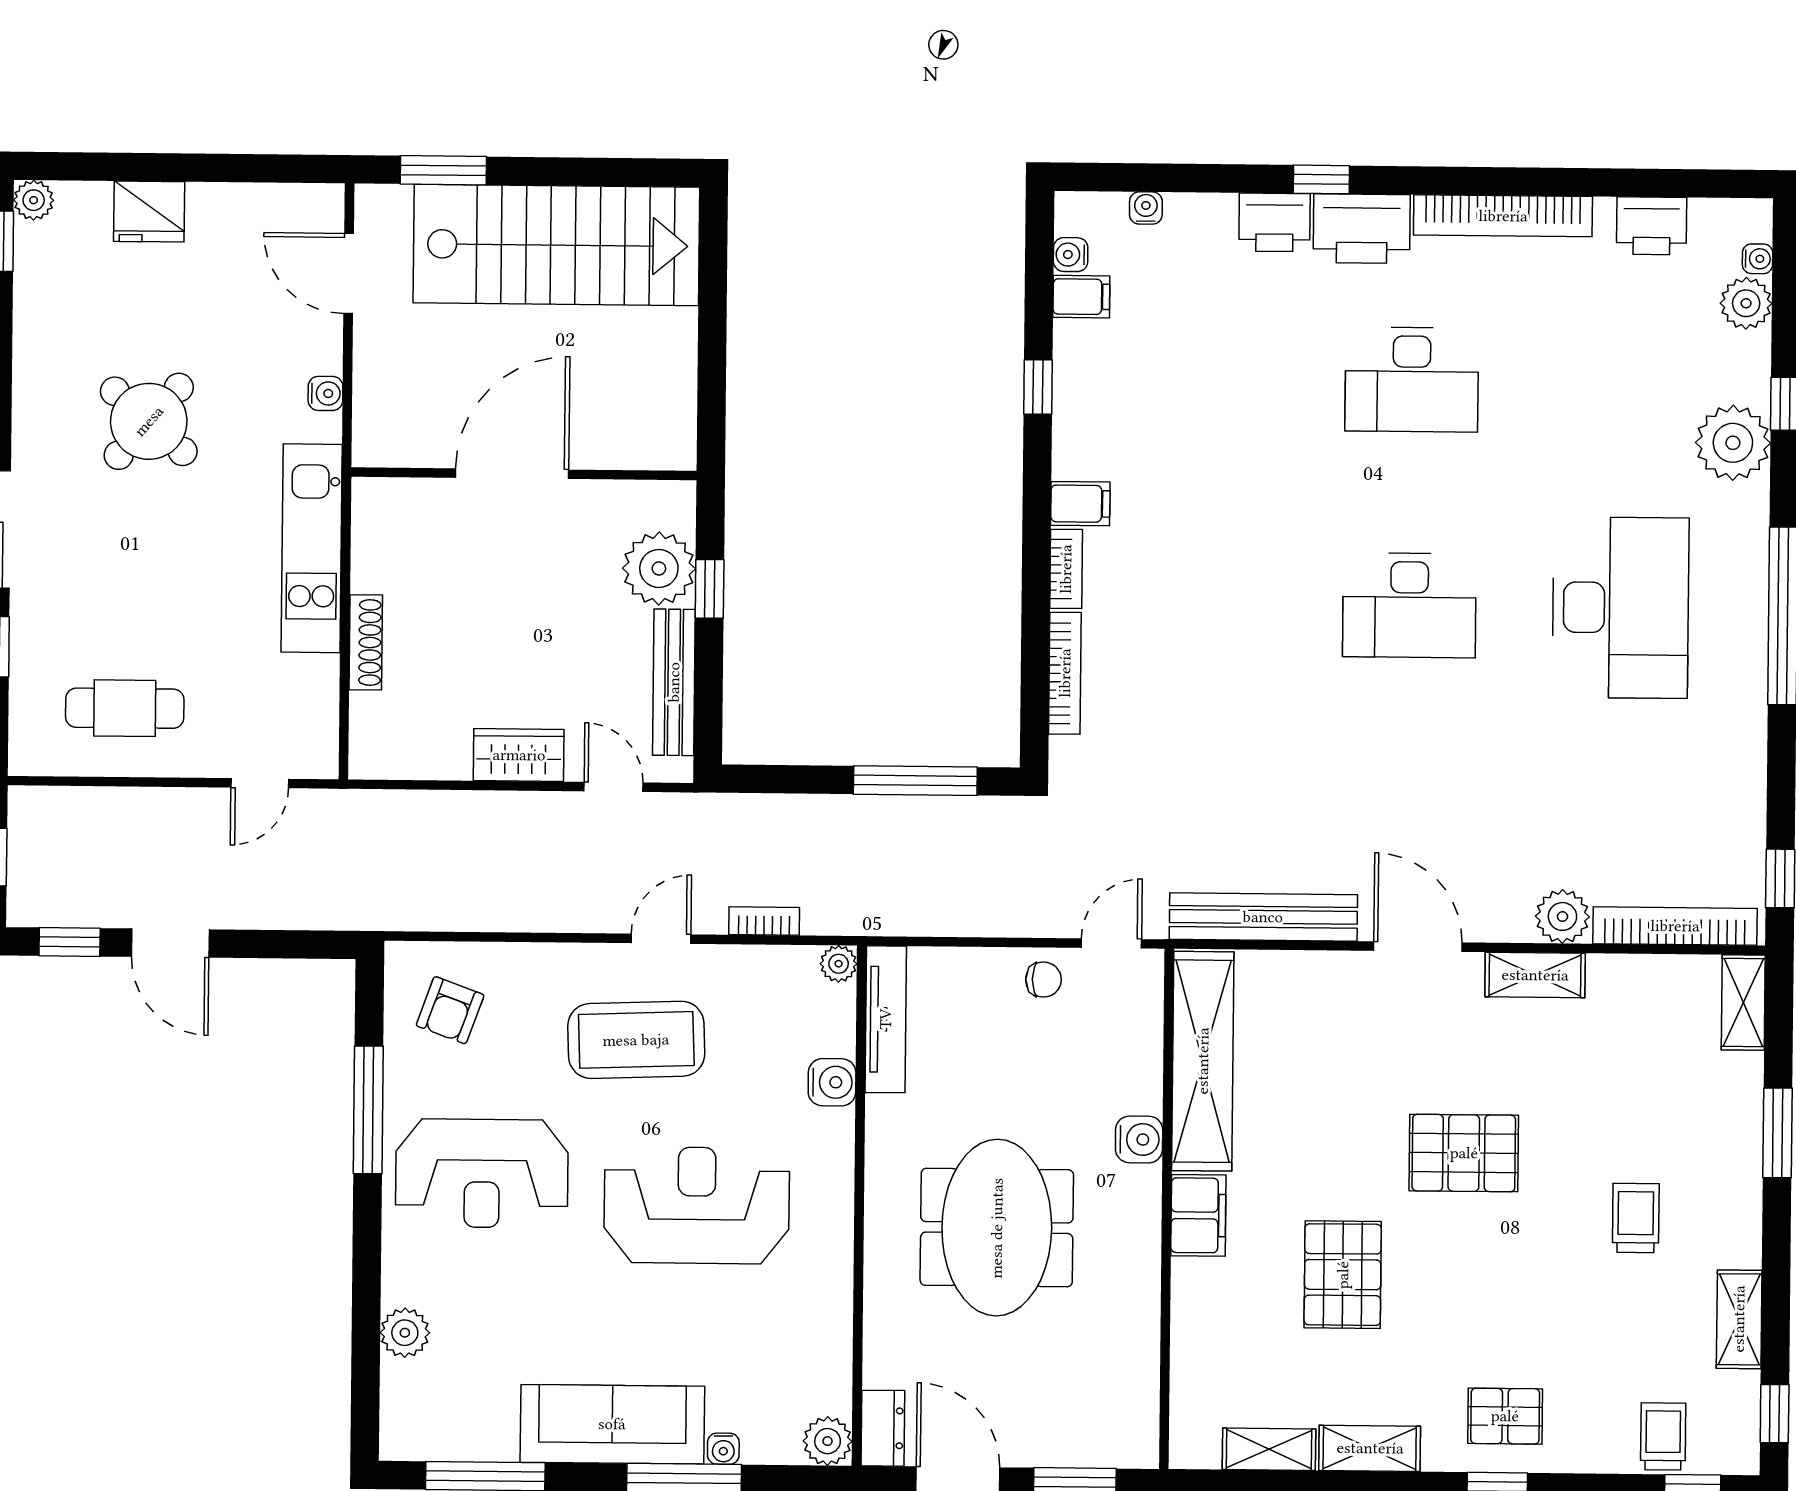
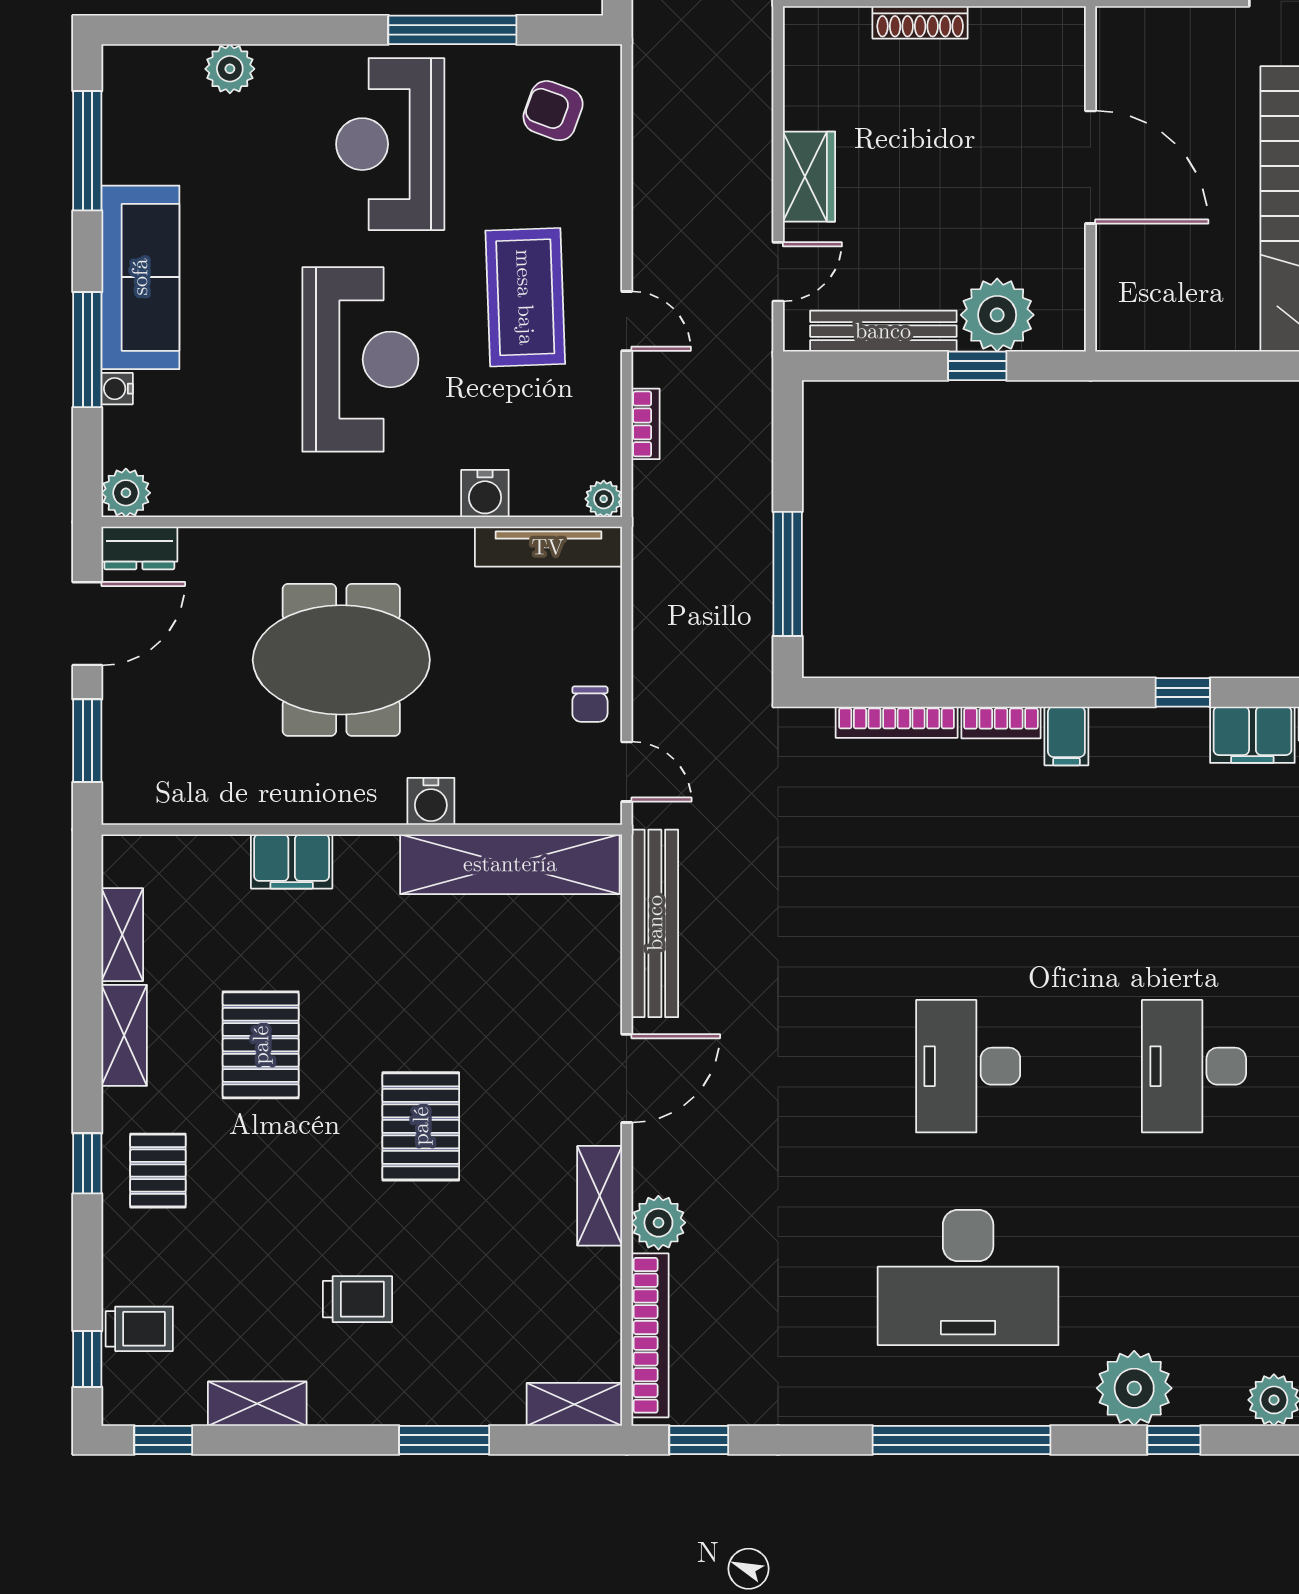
filing cabinet: (1081, 297) -> (1252, 735), width x2.00
filing cabinet: (1198, 1215) -> (292, 861), moved
pallet: (1343, 1275) -> (261, 1045), moved, turned 90

